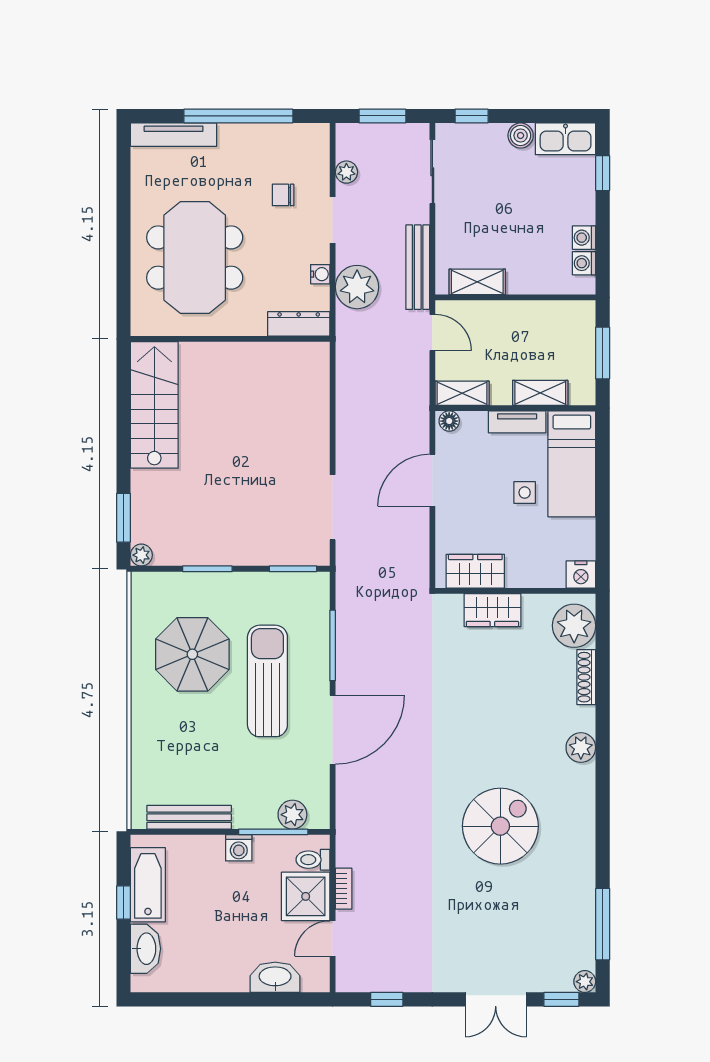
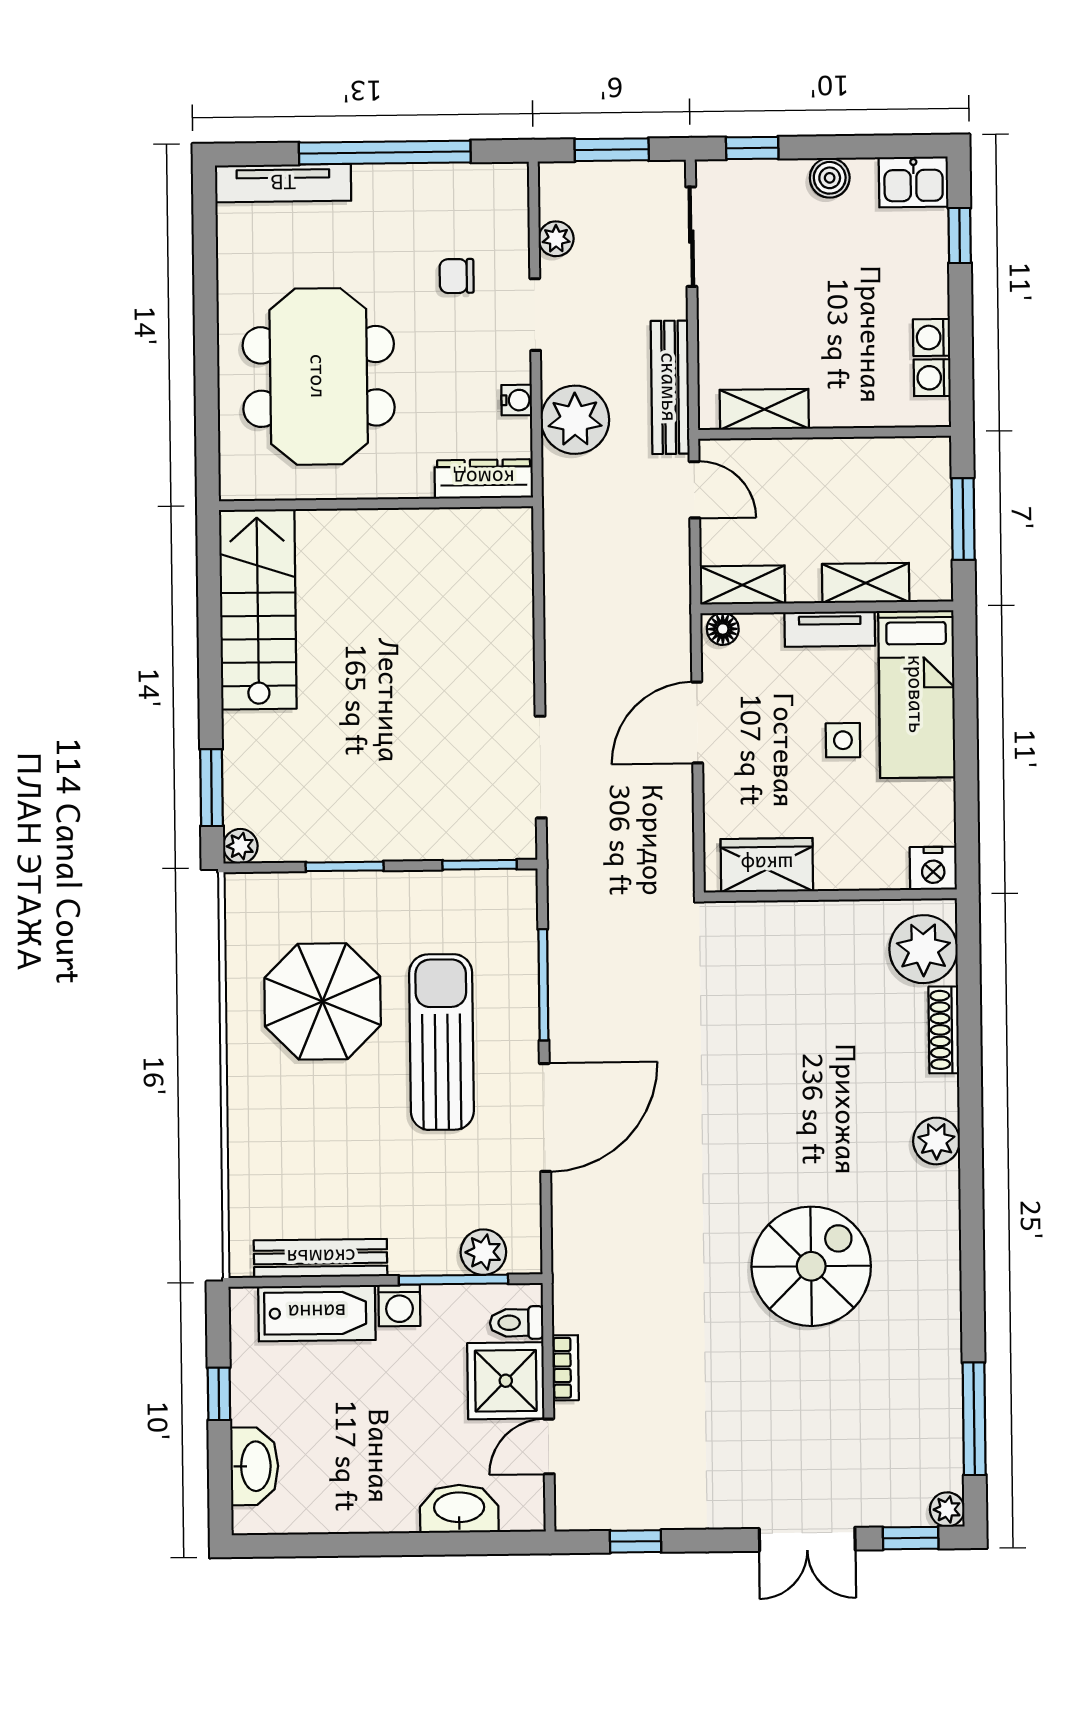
kitchen sink: (566, 139) -> (914, 182), width x0.73
wardrobe: (492, 610) -> (794, 926), removed
bathtub: (148, 885) -> (317, 1313), moved, turned 90

